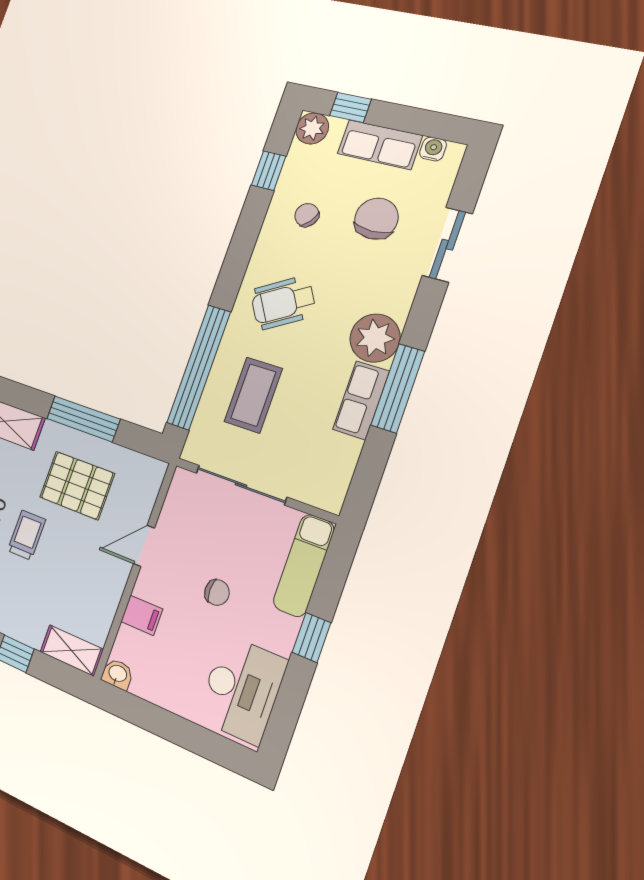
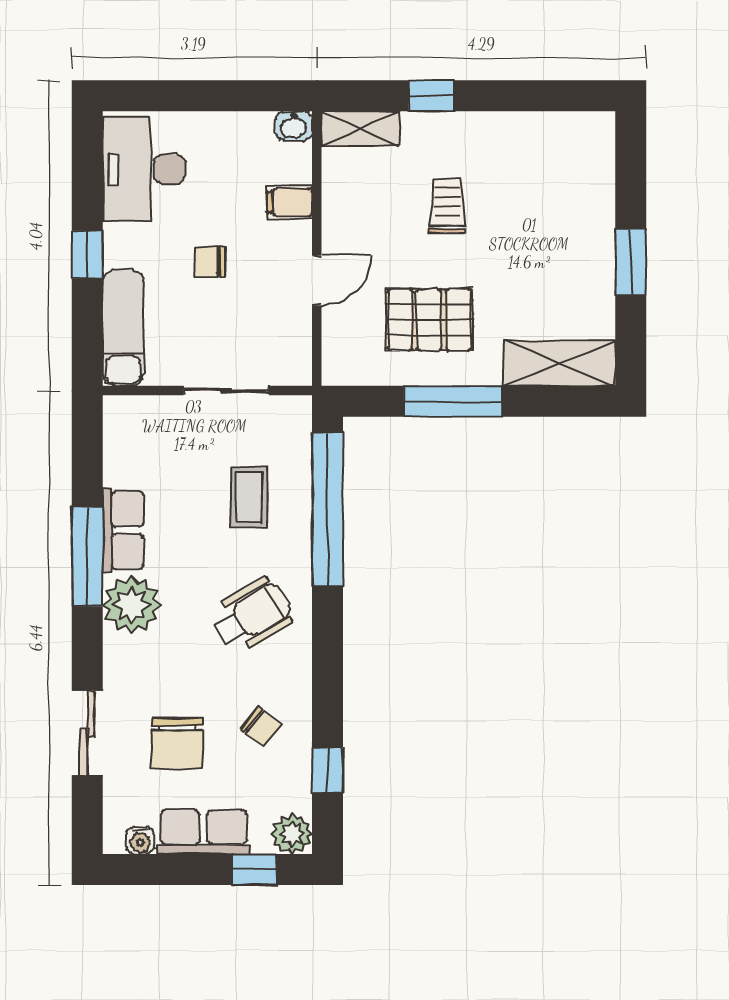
coffee table: (253, 395) -> (249, 497), width x0.73, depth x0.77
sliding door: (241, 485) -> (226, 391), width x0.73
trolley: (27, 535) -> (447, 206), moved, turned 180

